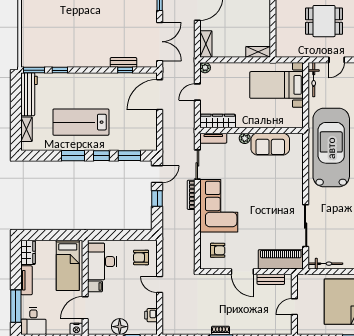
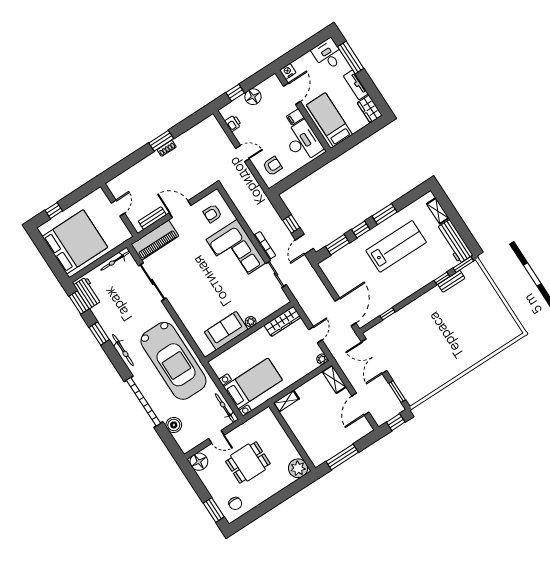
door: (337, 60) -> (216, 437), swing flipped
bench: (123, 62) -> (451, 281), moved
tv unit: (213, 138) -> (277, 305), removed

